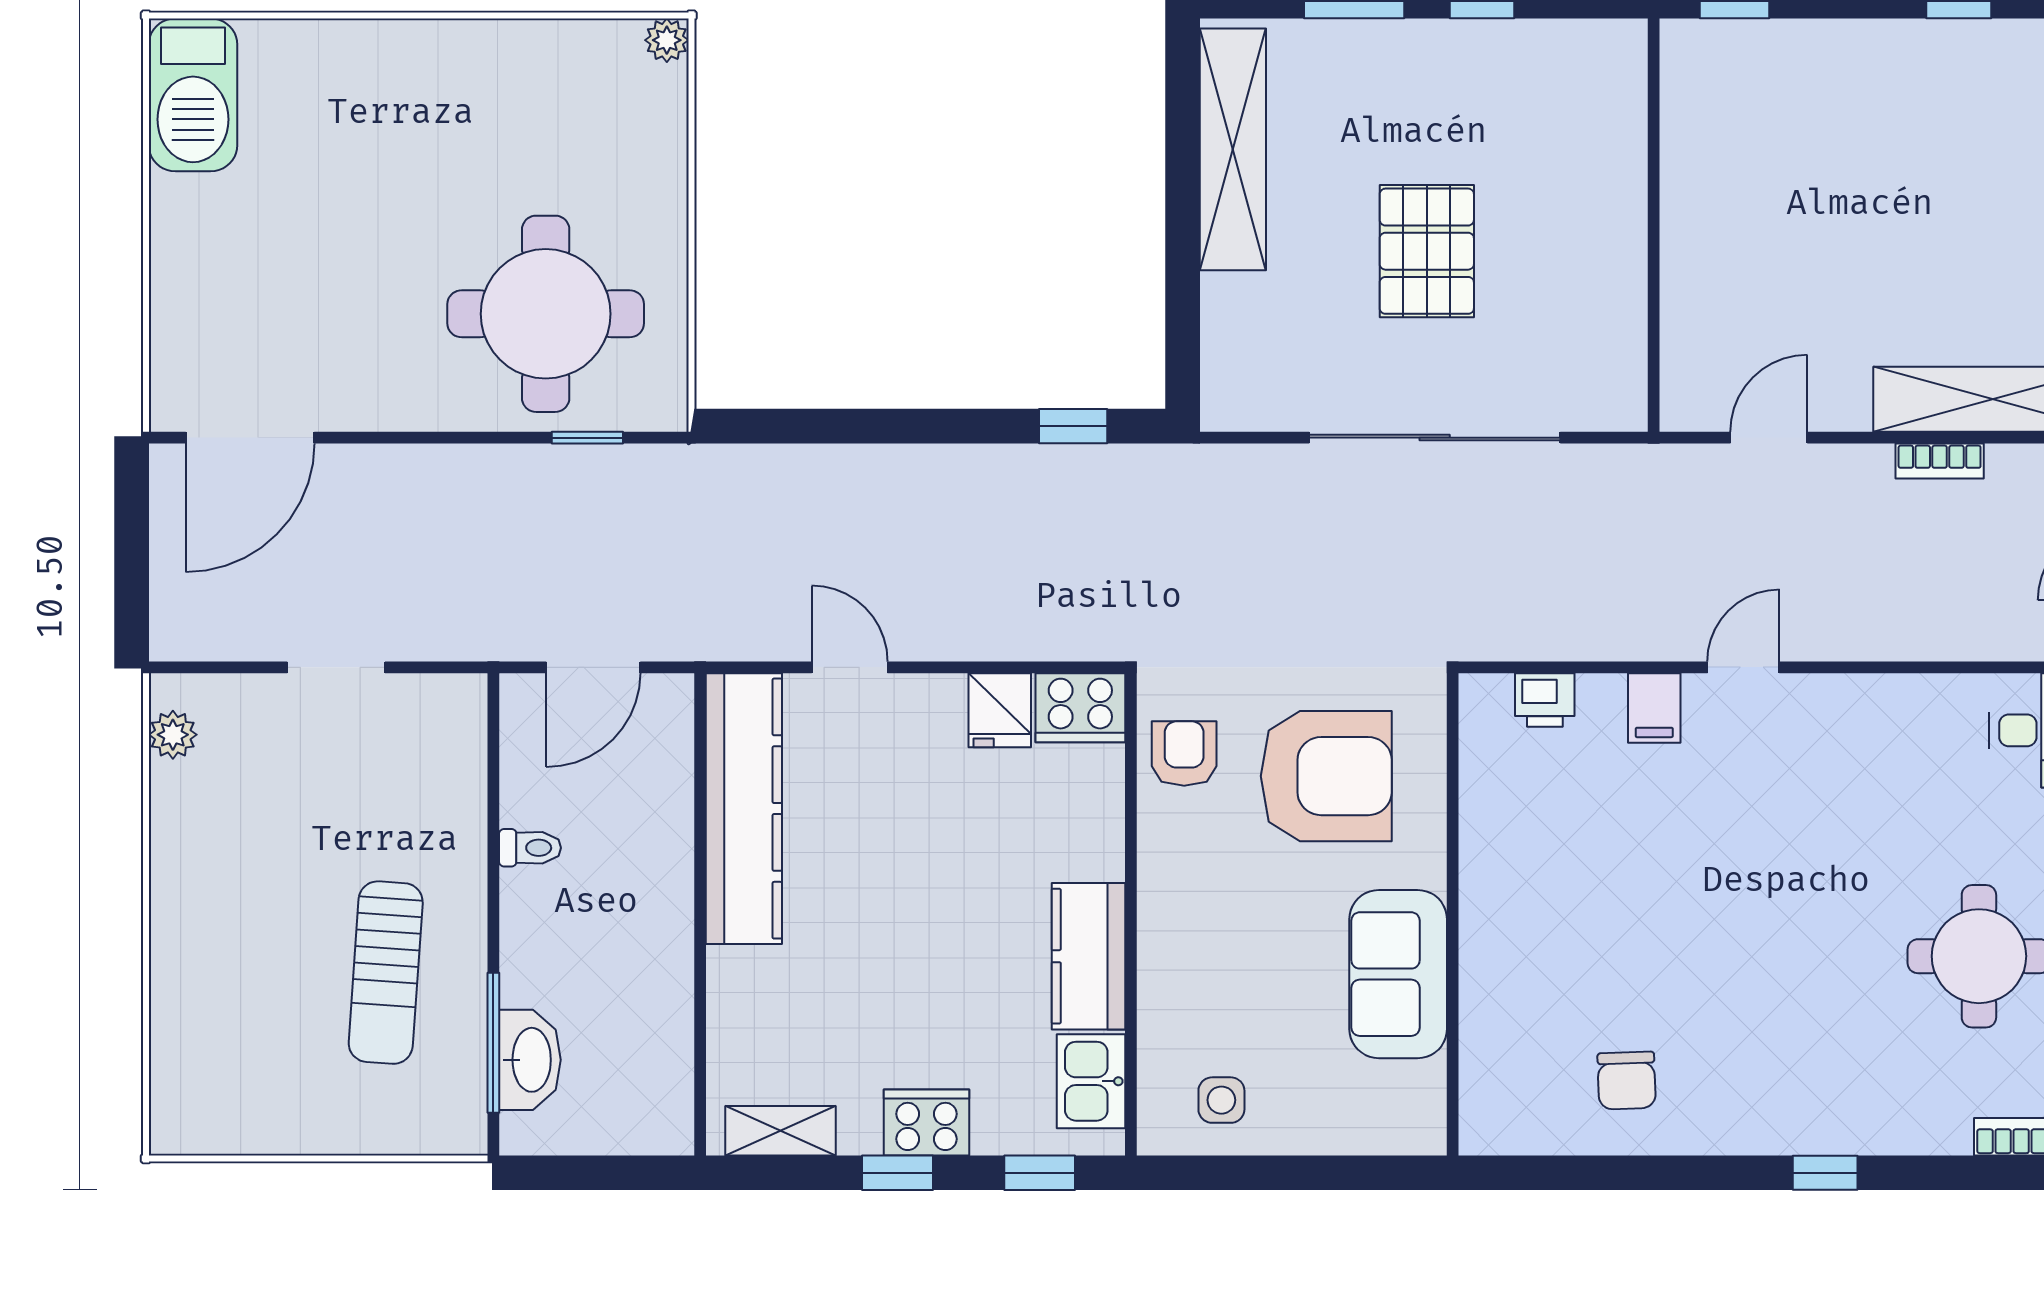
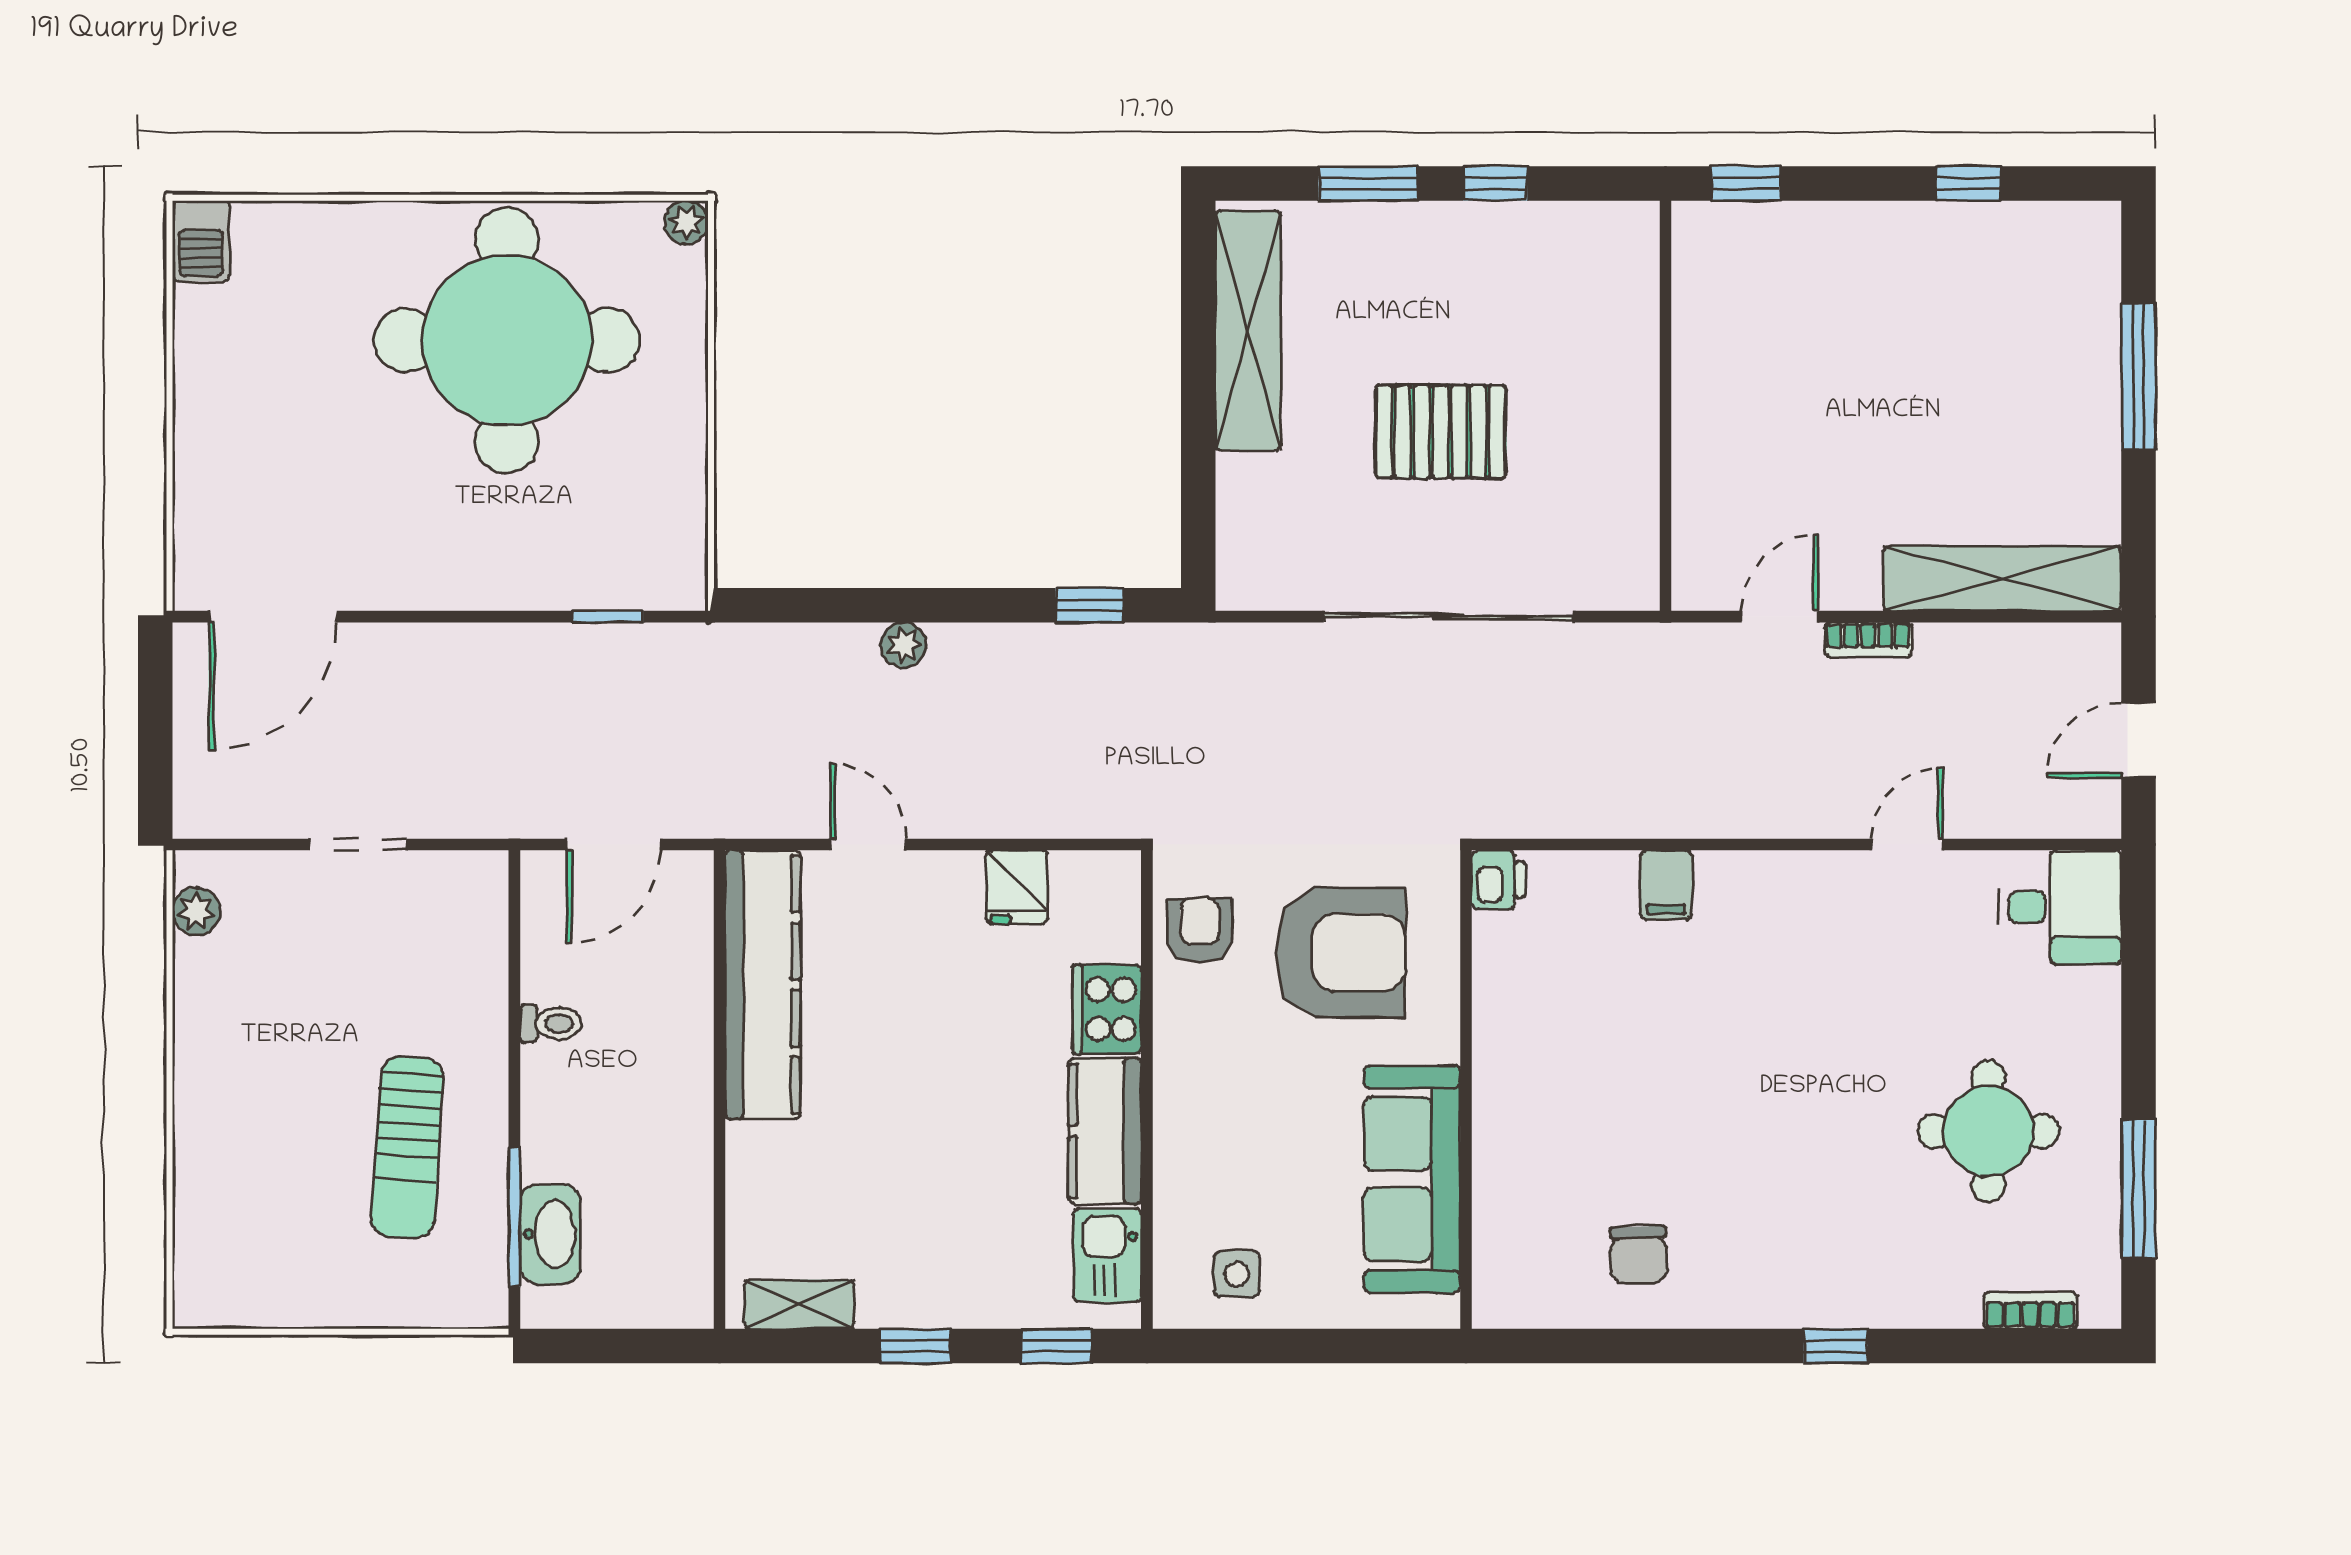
barbecue: (193, 95) -> (201, 241), width x0.53, depth x0.65
pallet: (1427, 251) -> (1441, 432), turned 90
round table: (546, 314) -> (507, 340), moved, width x1.36, depth x1.36
bookcase: (1940, 461) -> (1868, 640), moved
plant: (886, 466) -> (904, 645), added
door: (1743, 667) -> (1907, 845), moved
printer: (1545, 700) -> (1499, 880), moved, turned -90
cooker: (1080, 708) -> (1107, 1009), moved, turned 90
sofa: (1398, 974) -> (1412, 1179), width x1.36
cooker: (926, 1122) -> (944, 1296), removed

